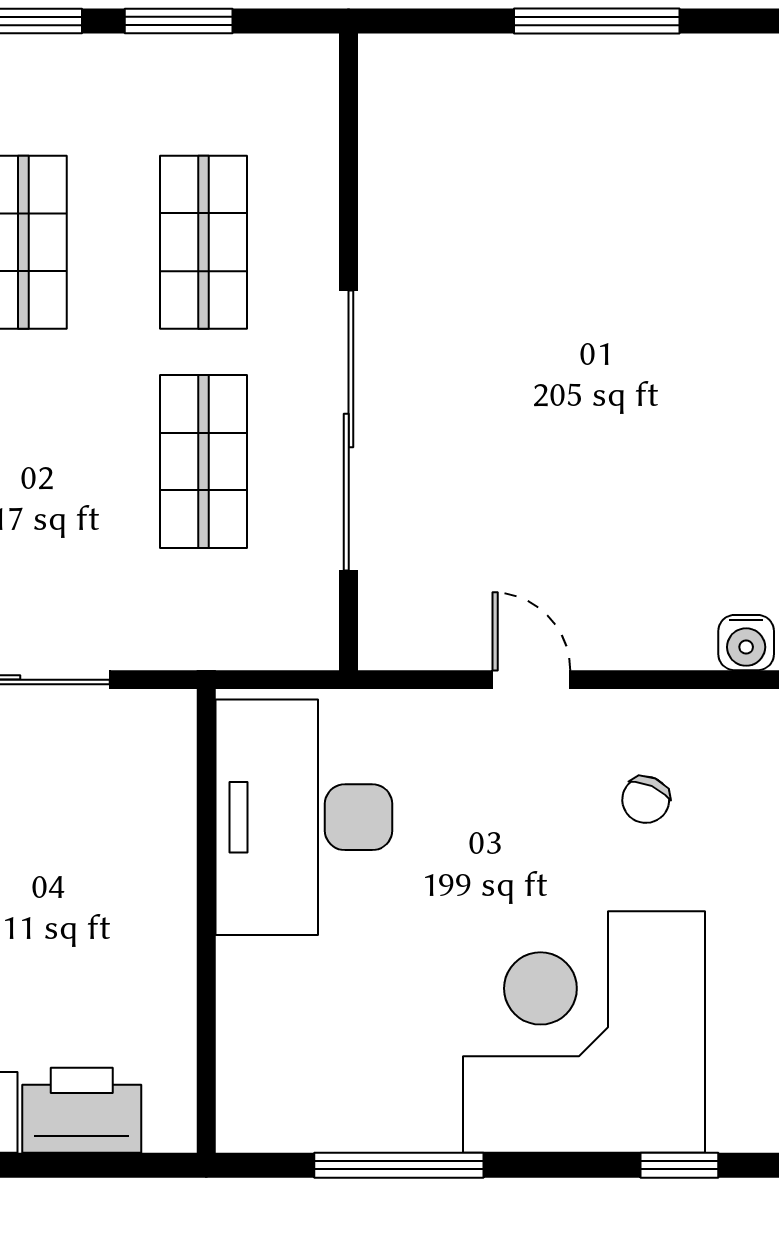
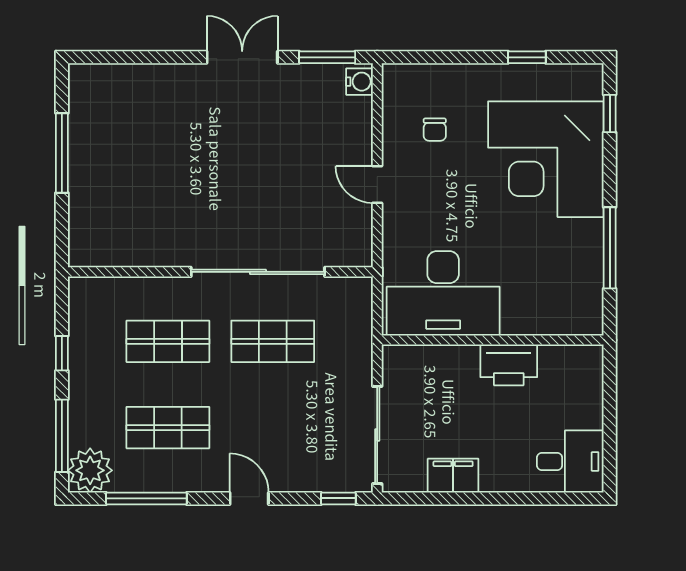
window: (179, 21) -> (62, 353), width x0.67
door: (531, 680) -> (377, 184), hinge flipped
chair: (646, 800) -> (435, 130), turned 66
printer: (82, 1110) -> (509, 365), moved, turned -90

